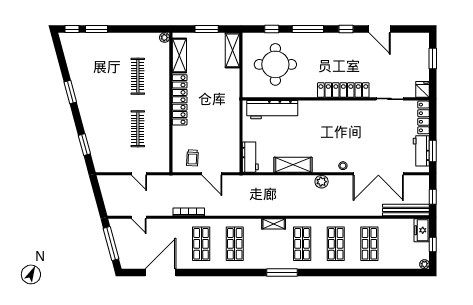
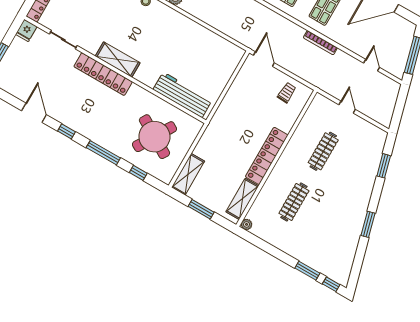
round table: (275, 64) -> (154, 137), turned 31
workbench: (250, 157) -> (230, 61), removed
shelving: (293, 165) -> (118, 60), moved
door: (212, 174) -> (264, 59), moved

